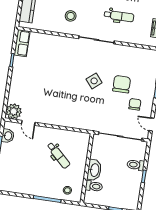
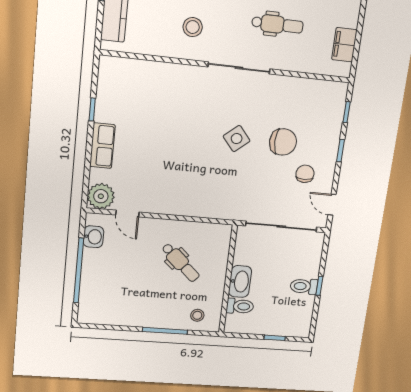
row of seats: (22, 43) -> (102, 146), moved
chair: (122, 84) -> (283, 142), turned 90
toilet: (136, 165) -> (304, 286), moved

